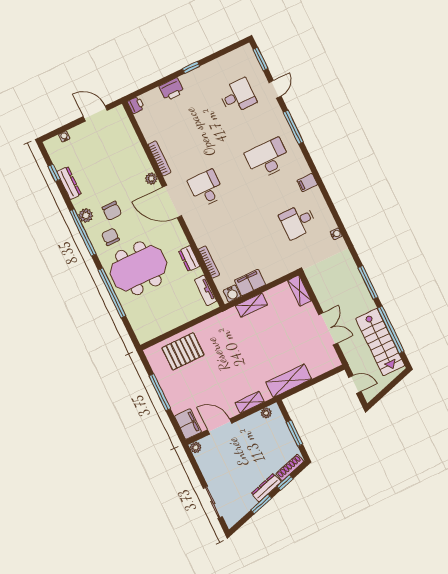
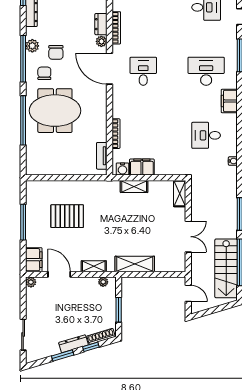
filing cabinet: (307, 183) -> (229, 101), width x2.00
dresser: (189, 259) -> (101, 24), moved
pallet: (183, 351) -> (67, 216), moved

